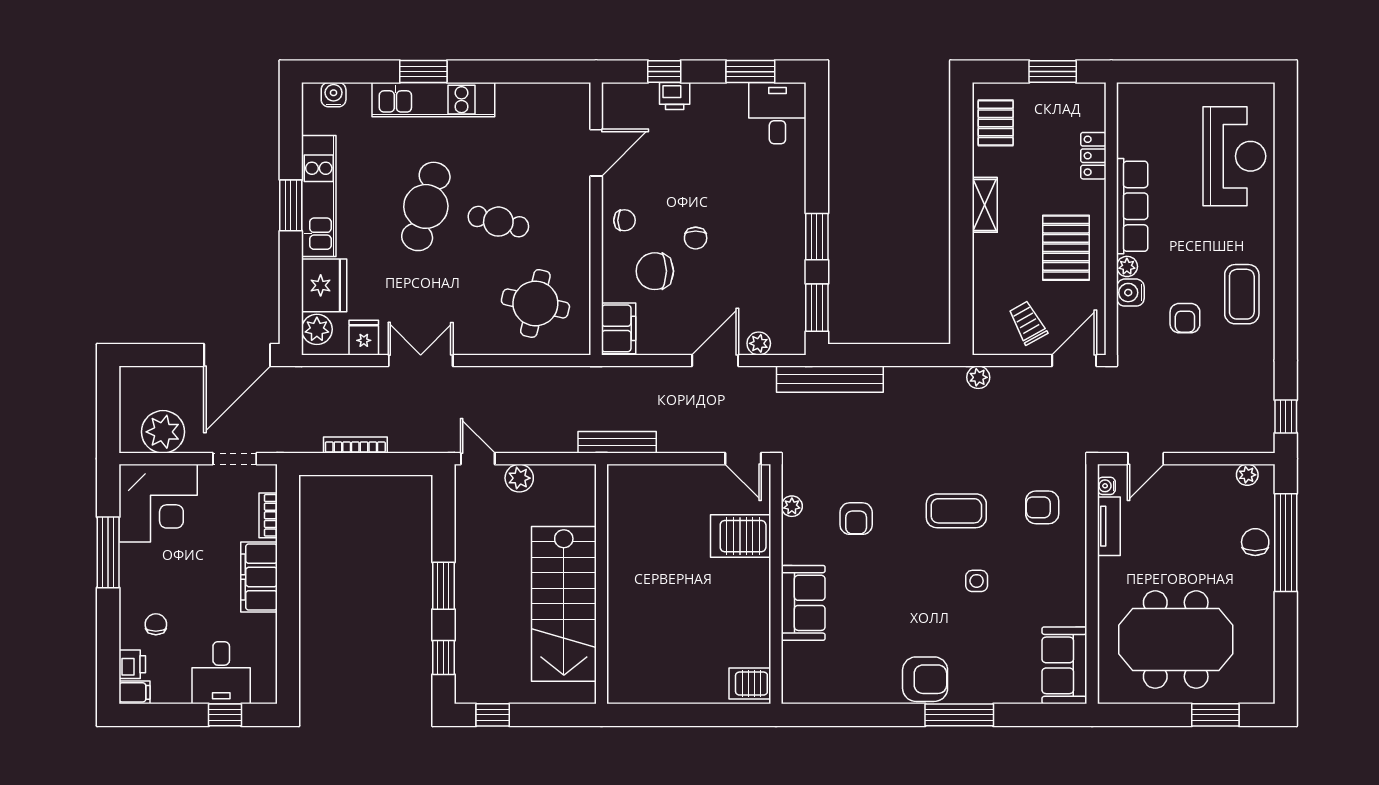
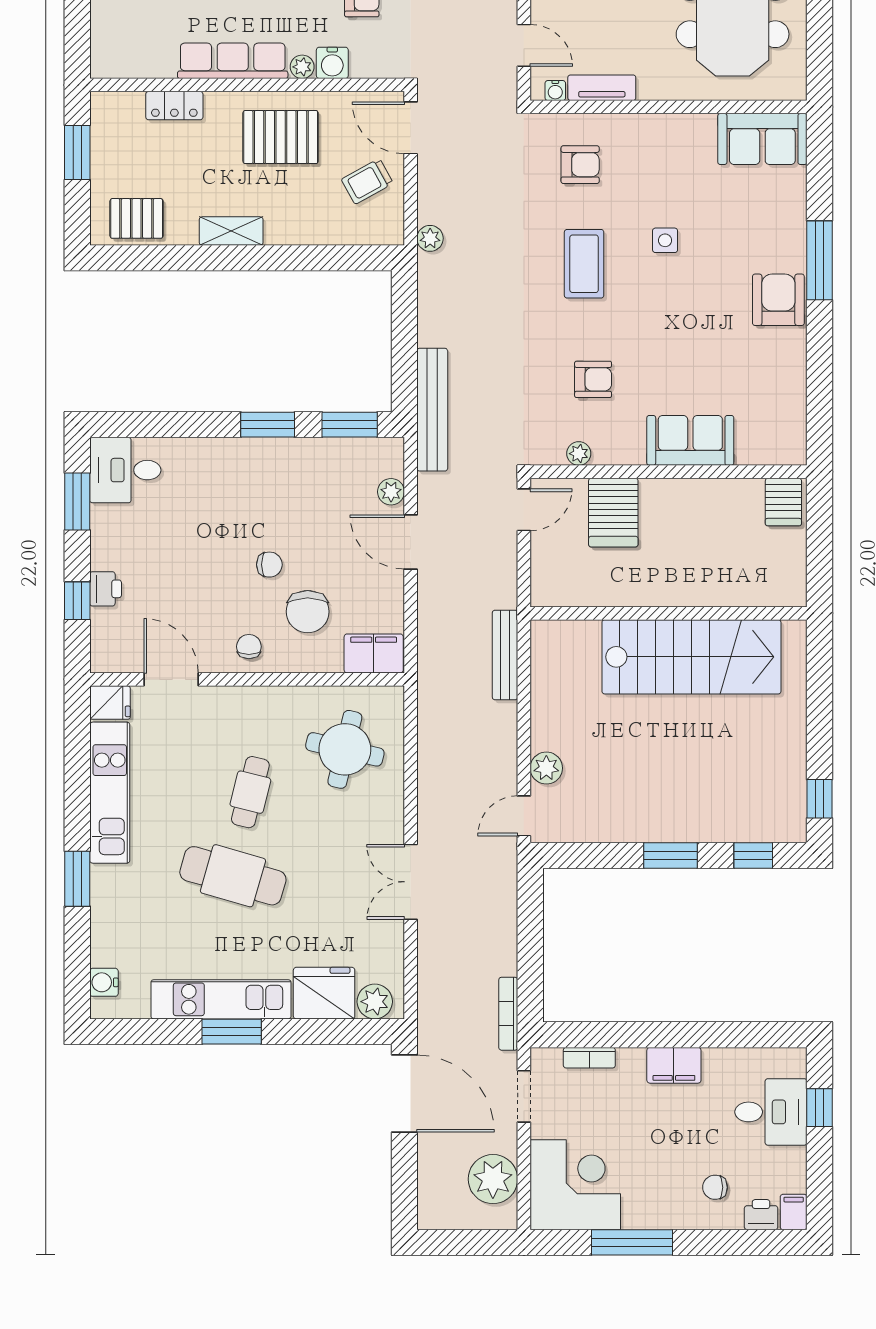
kitchen unit: (433, 100) -> (110, 793), moved
fridge: (364, 338) -> (110, 703), moved, turned 180
bookcase: (355, 445) -> (508, 1014), moved
armchair: (1042, 507) -> (580, 165), turned -90
filing cabinet: (259, 577) -> (674, 1065), width x0.67, depth x0.86
wall: (602, 584) -> (669, 613), moved
stairs: (564, 604) -> (691, 657), moved

